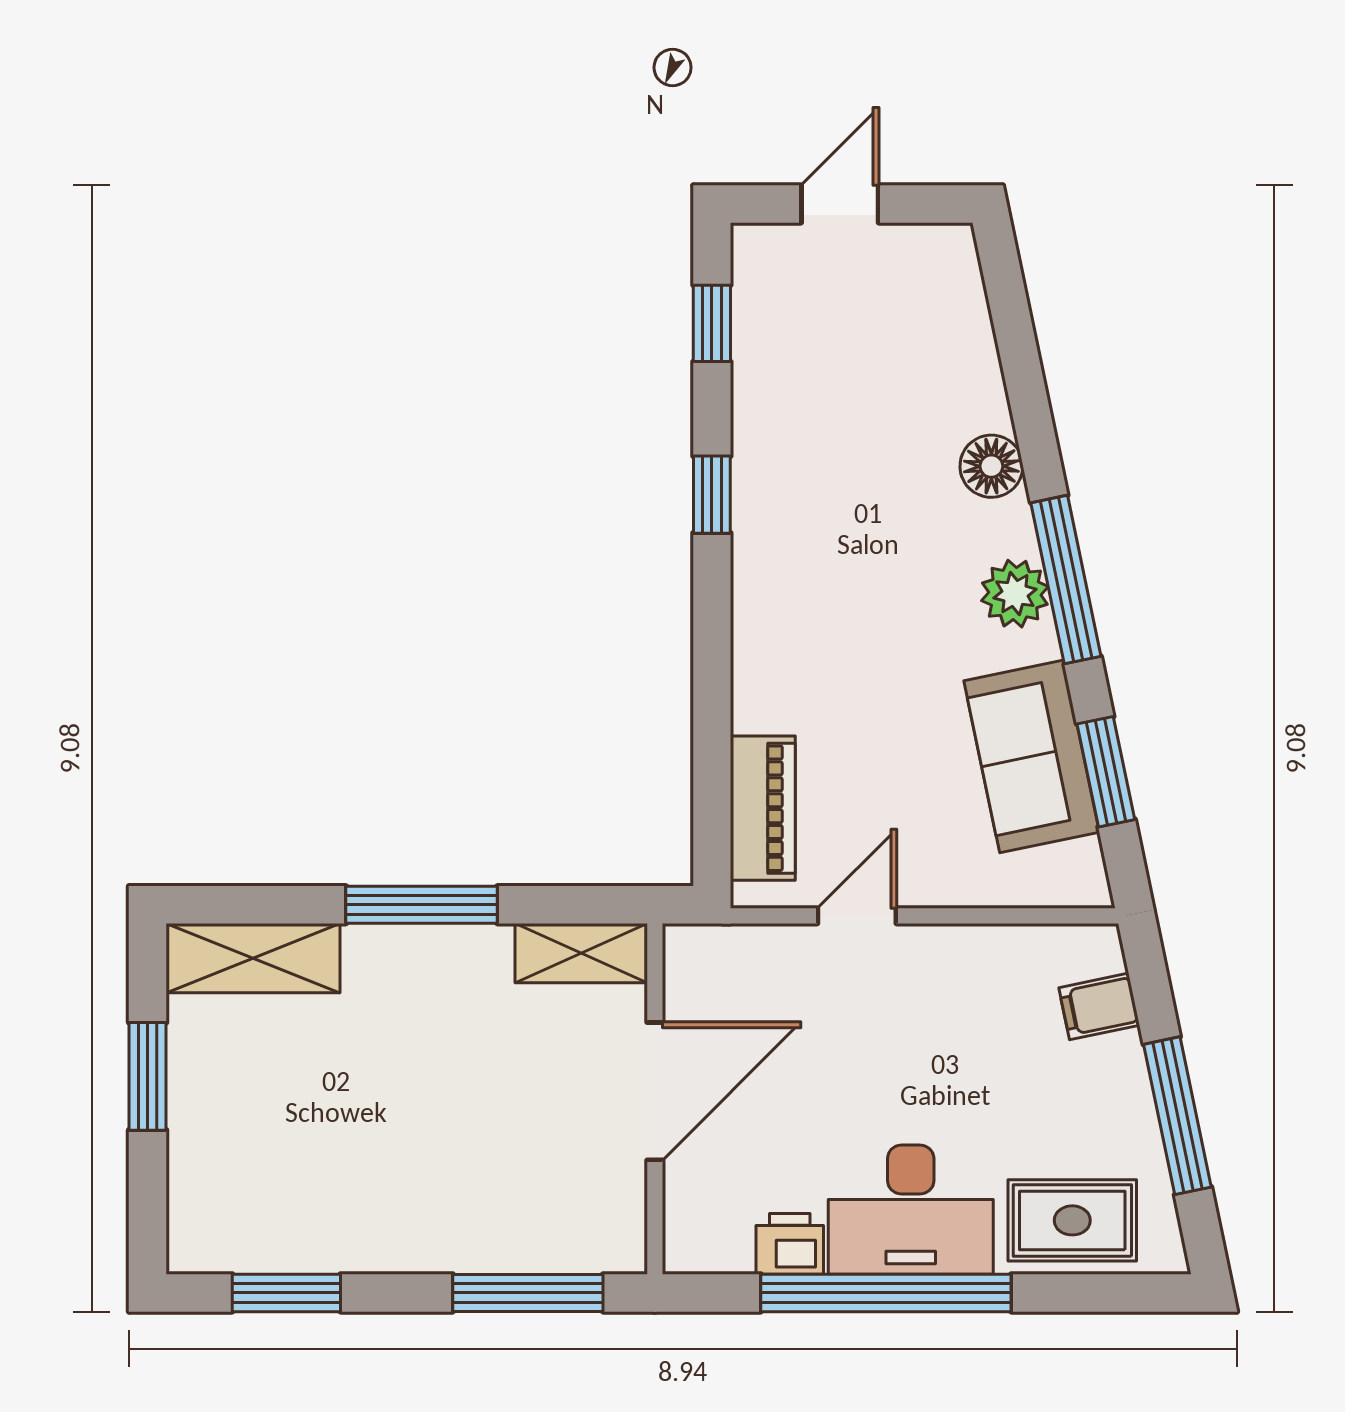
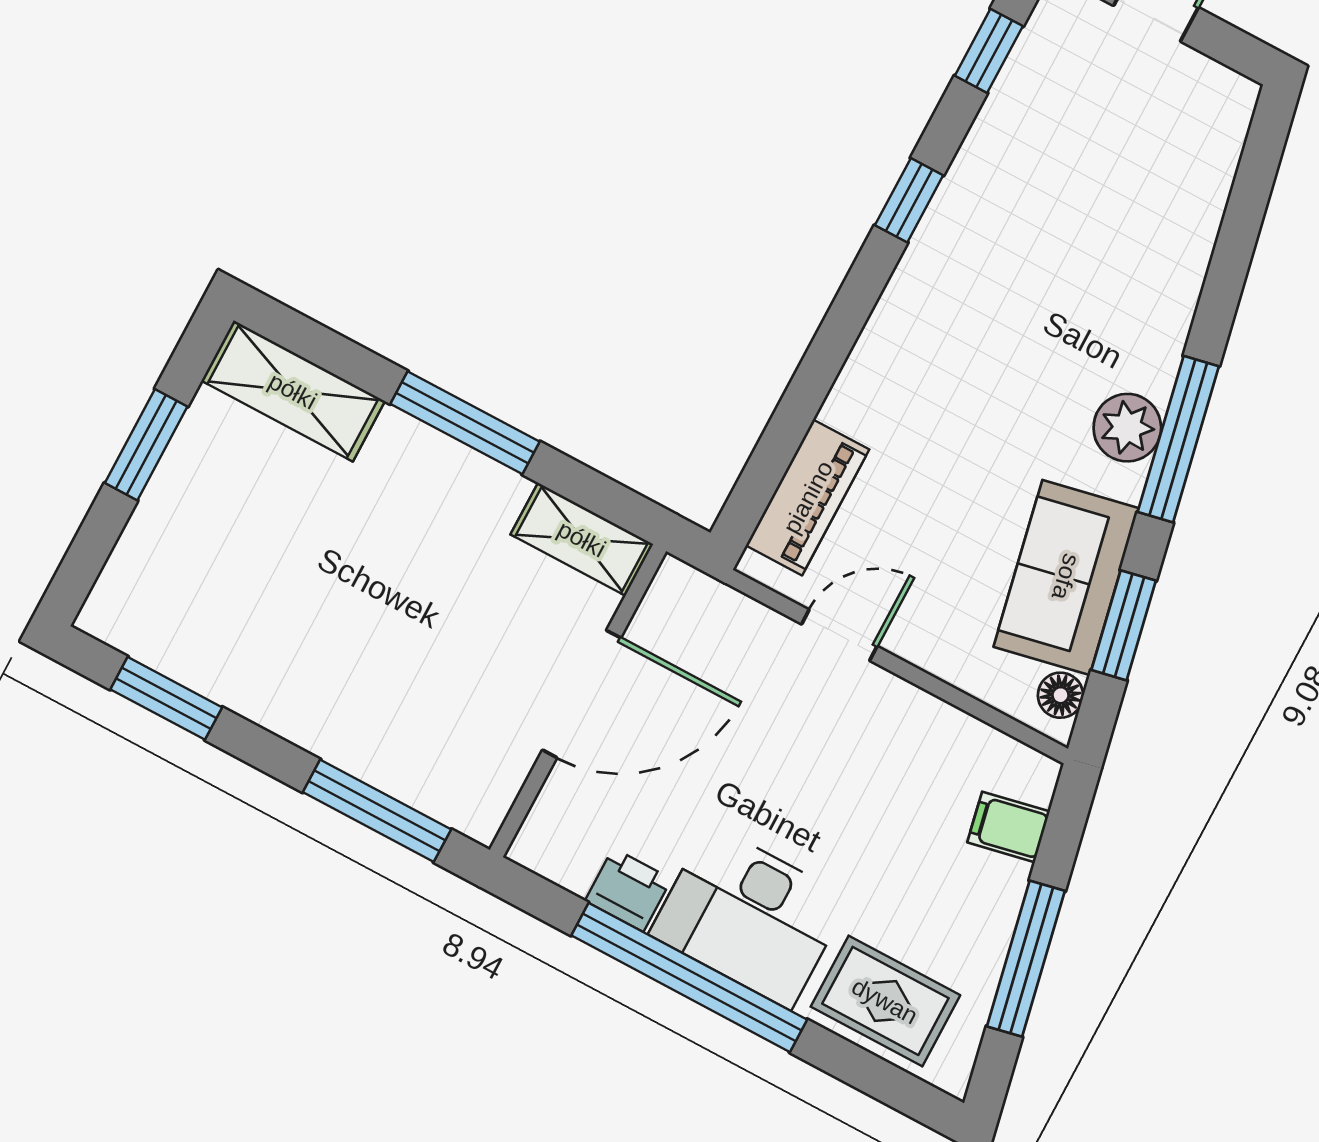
floor lamp: (991, 466) -> (1060, 695), moved, width x0.73, depth x0.73

